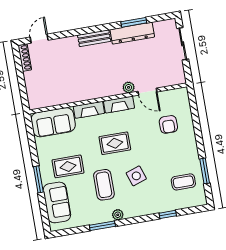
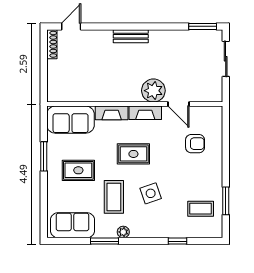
window: (134, 22) -> (203, 26), moved
dresser: (132, 33) -> (173, 38), removed
plant: (129, 87) -> (153, 91), width x1.87, depth x1.87
armchair: (168, 124) -> (195, 144), turned -90
window: (38, 179) -> (44, 156), moved
sofa: (57, 202) -> (72, 225), moved, turned -90

